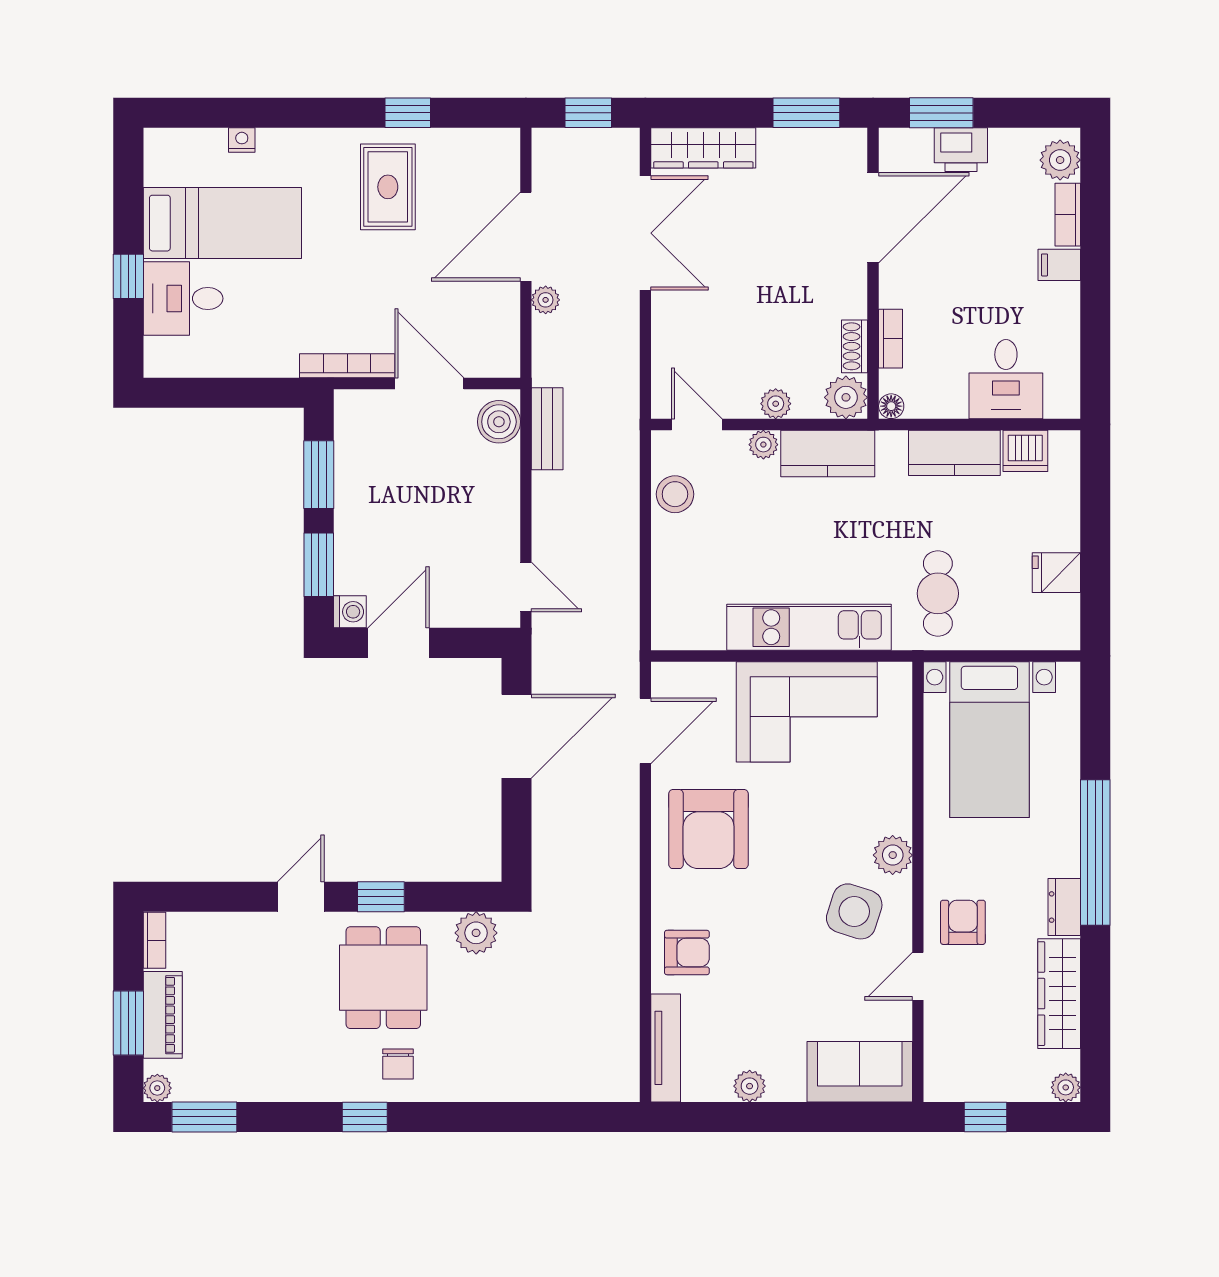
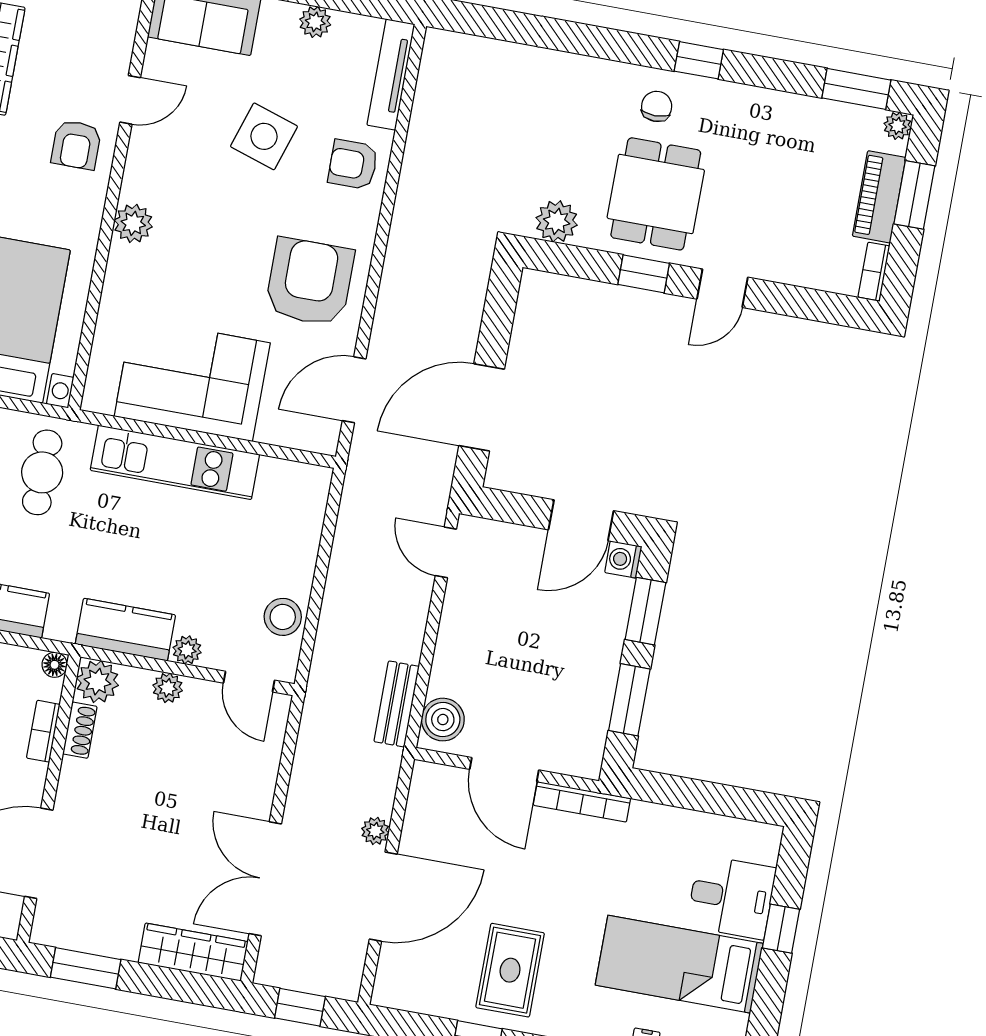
side table: (854, 911) -> (264, 136), moved

